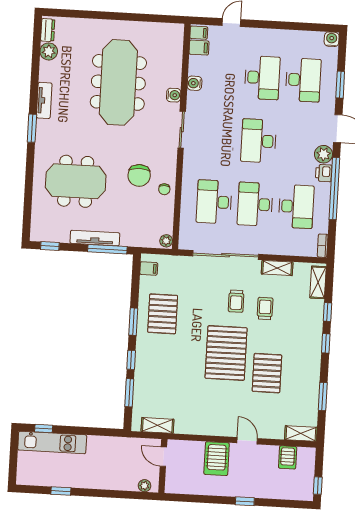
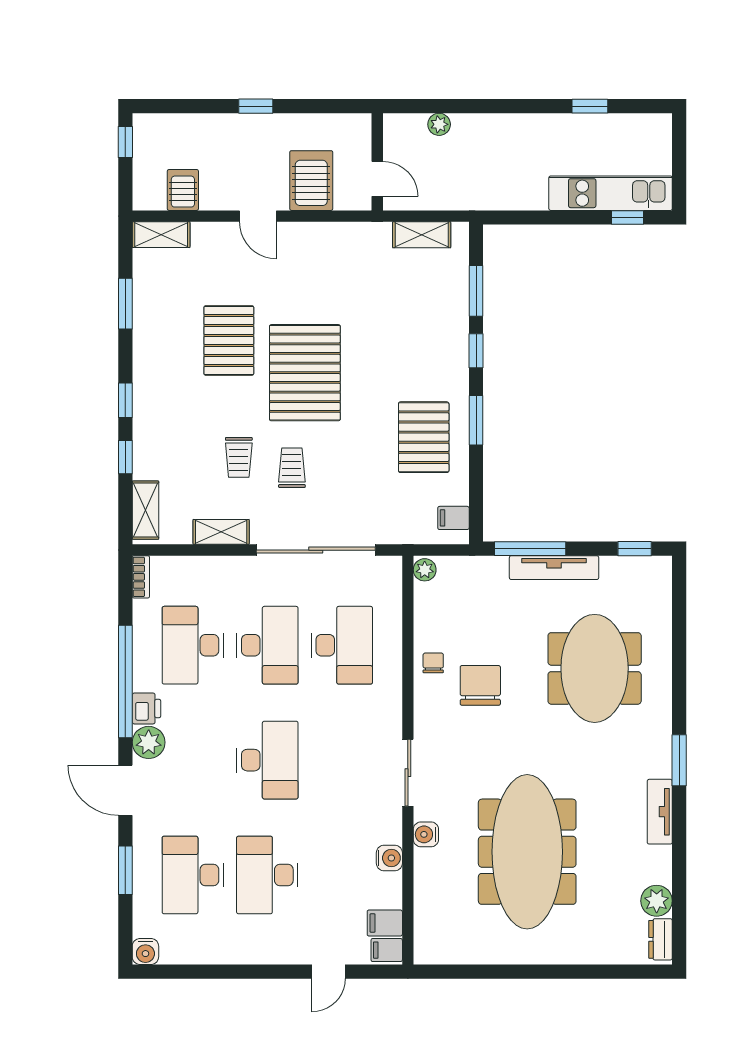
meeting table: (76, 181) -> (595, 668), turned 90
door: (163, 457) -> (377, 179), moved
wall: (163, 466) -> (377, 162), moved

